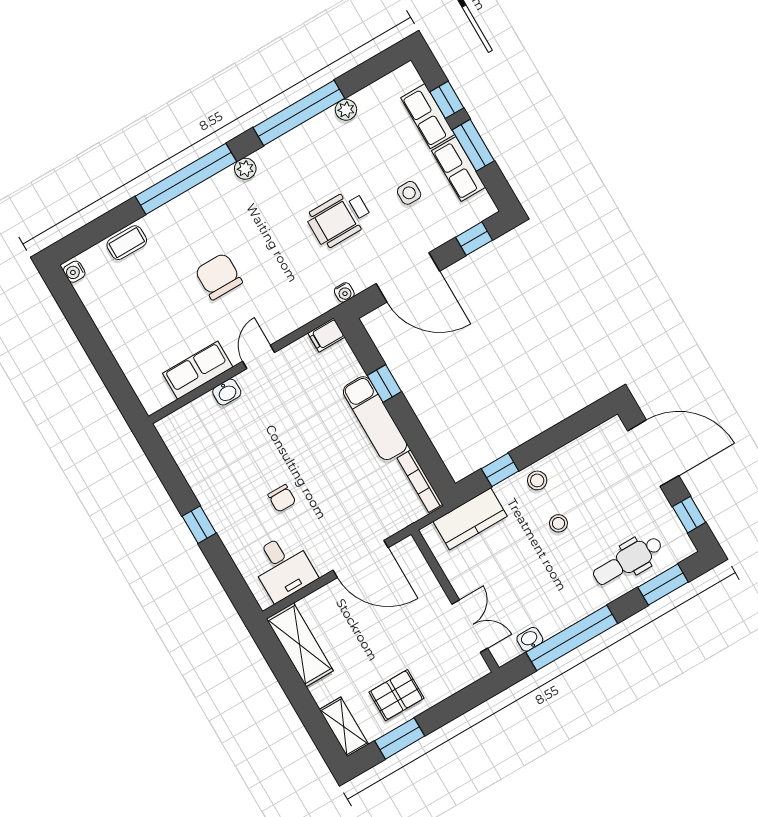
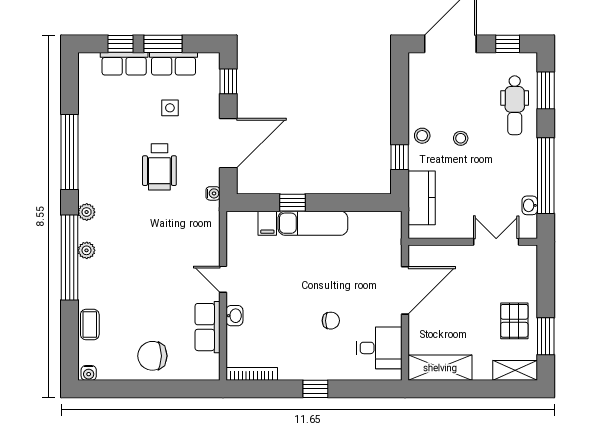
plant: (346, 110) -> (87, 250), moved
chair: (219, 276) -> (152, 356), moved
filing cabinet: (326, 335) -> (267, 223), moved
bookcase: (420, 481) -> (252, 374), moved, turned 180

